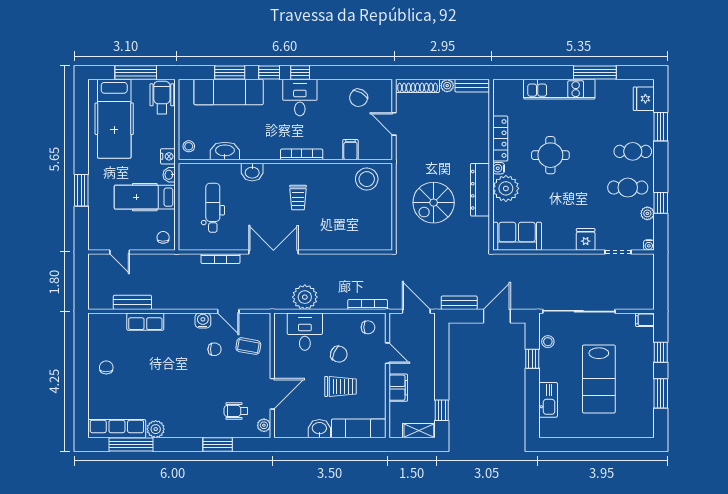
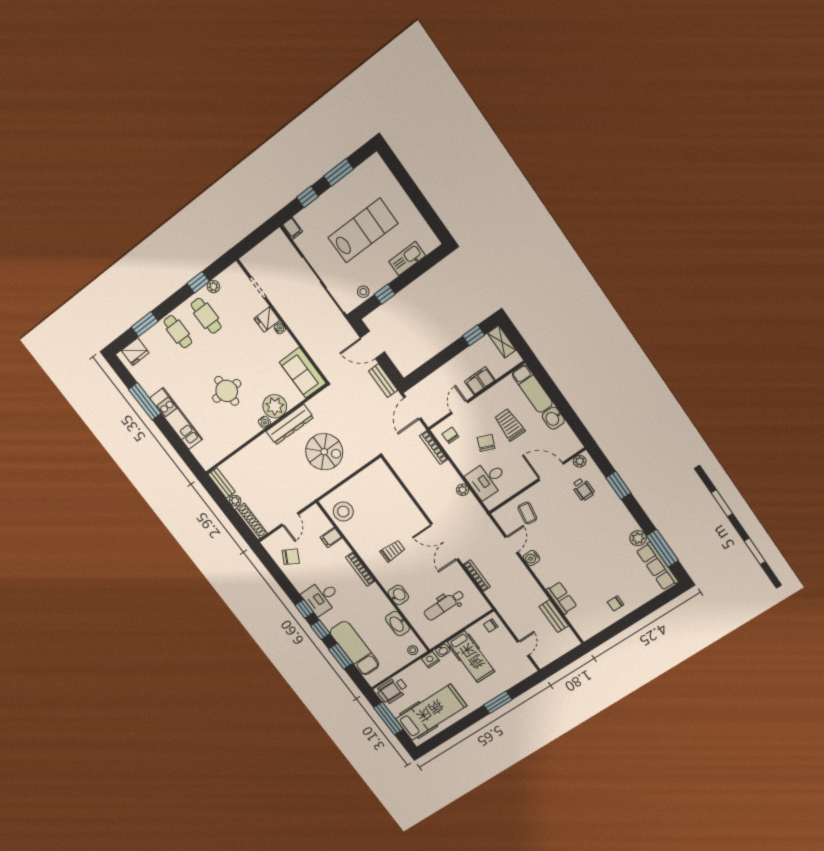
locker: (500, 138) -> (243, 436), removed
water cooler: (649, 245) -> (280, 328), moved
plant: (305, 297) -> (463, 490), width x0.53, depth x0.53
chair: (215, 349) -> (547, 536), removed

